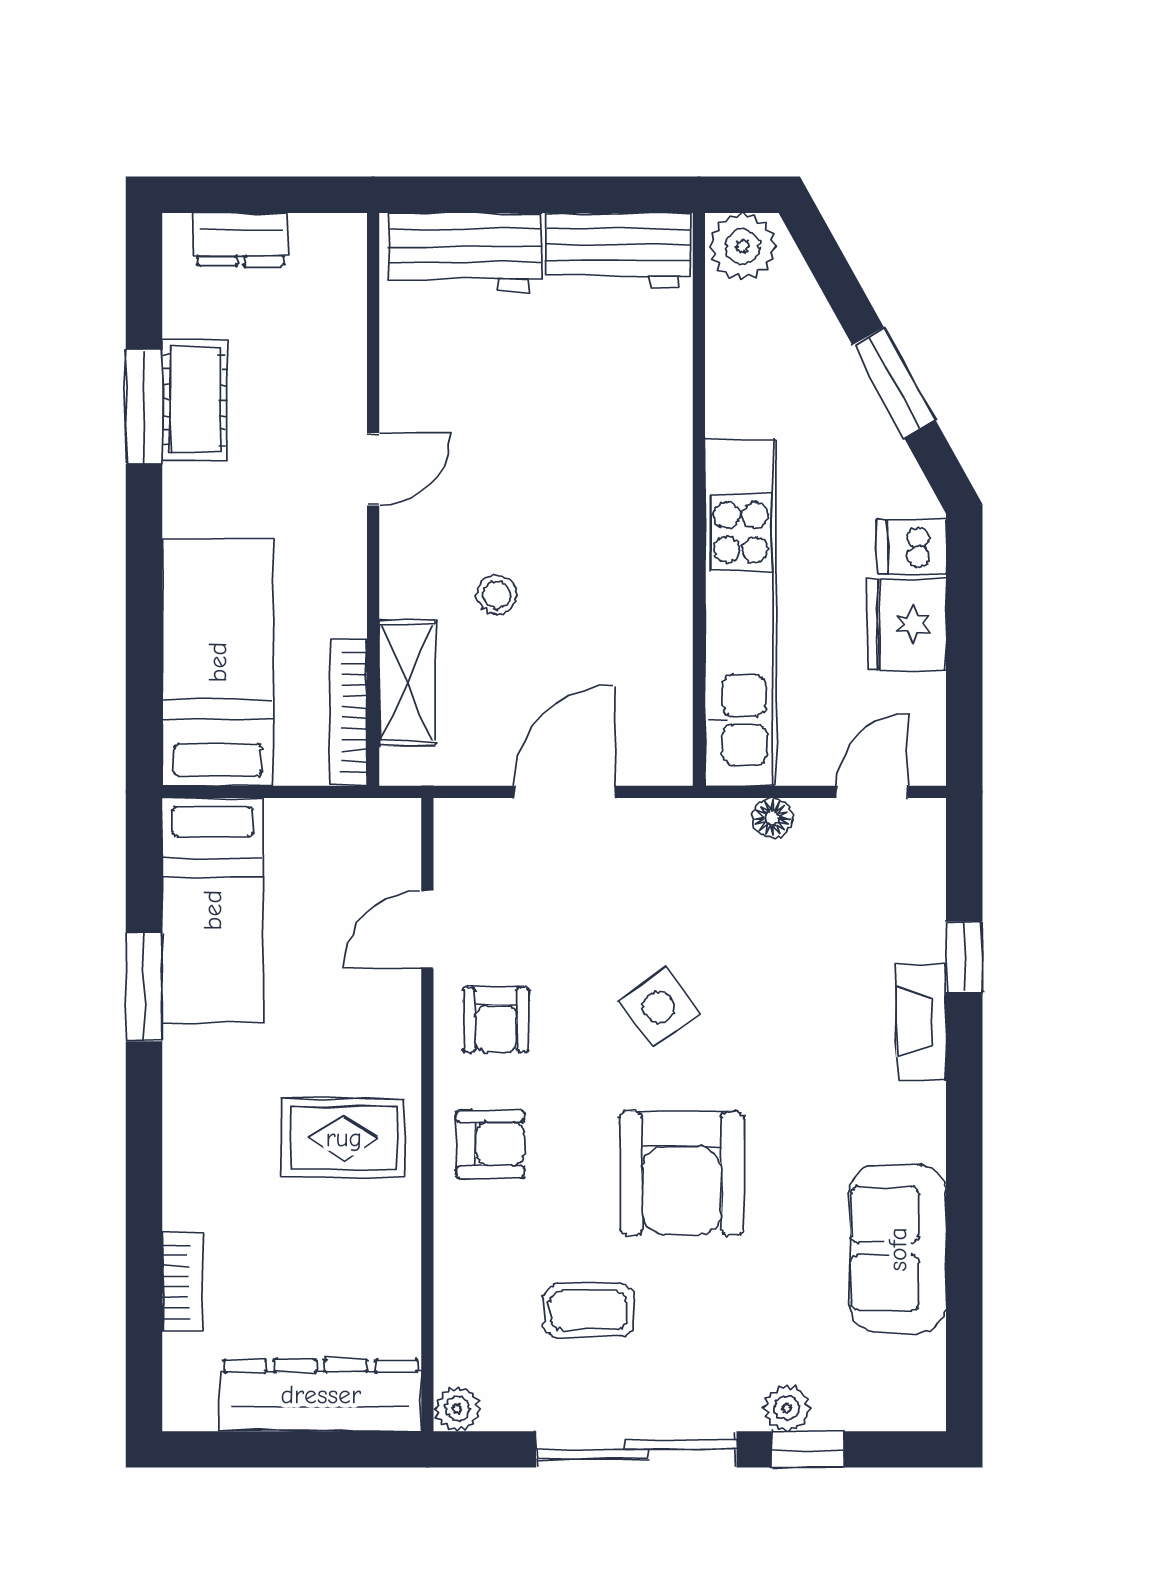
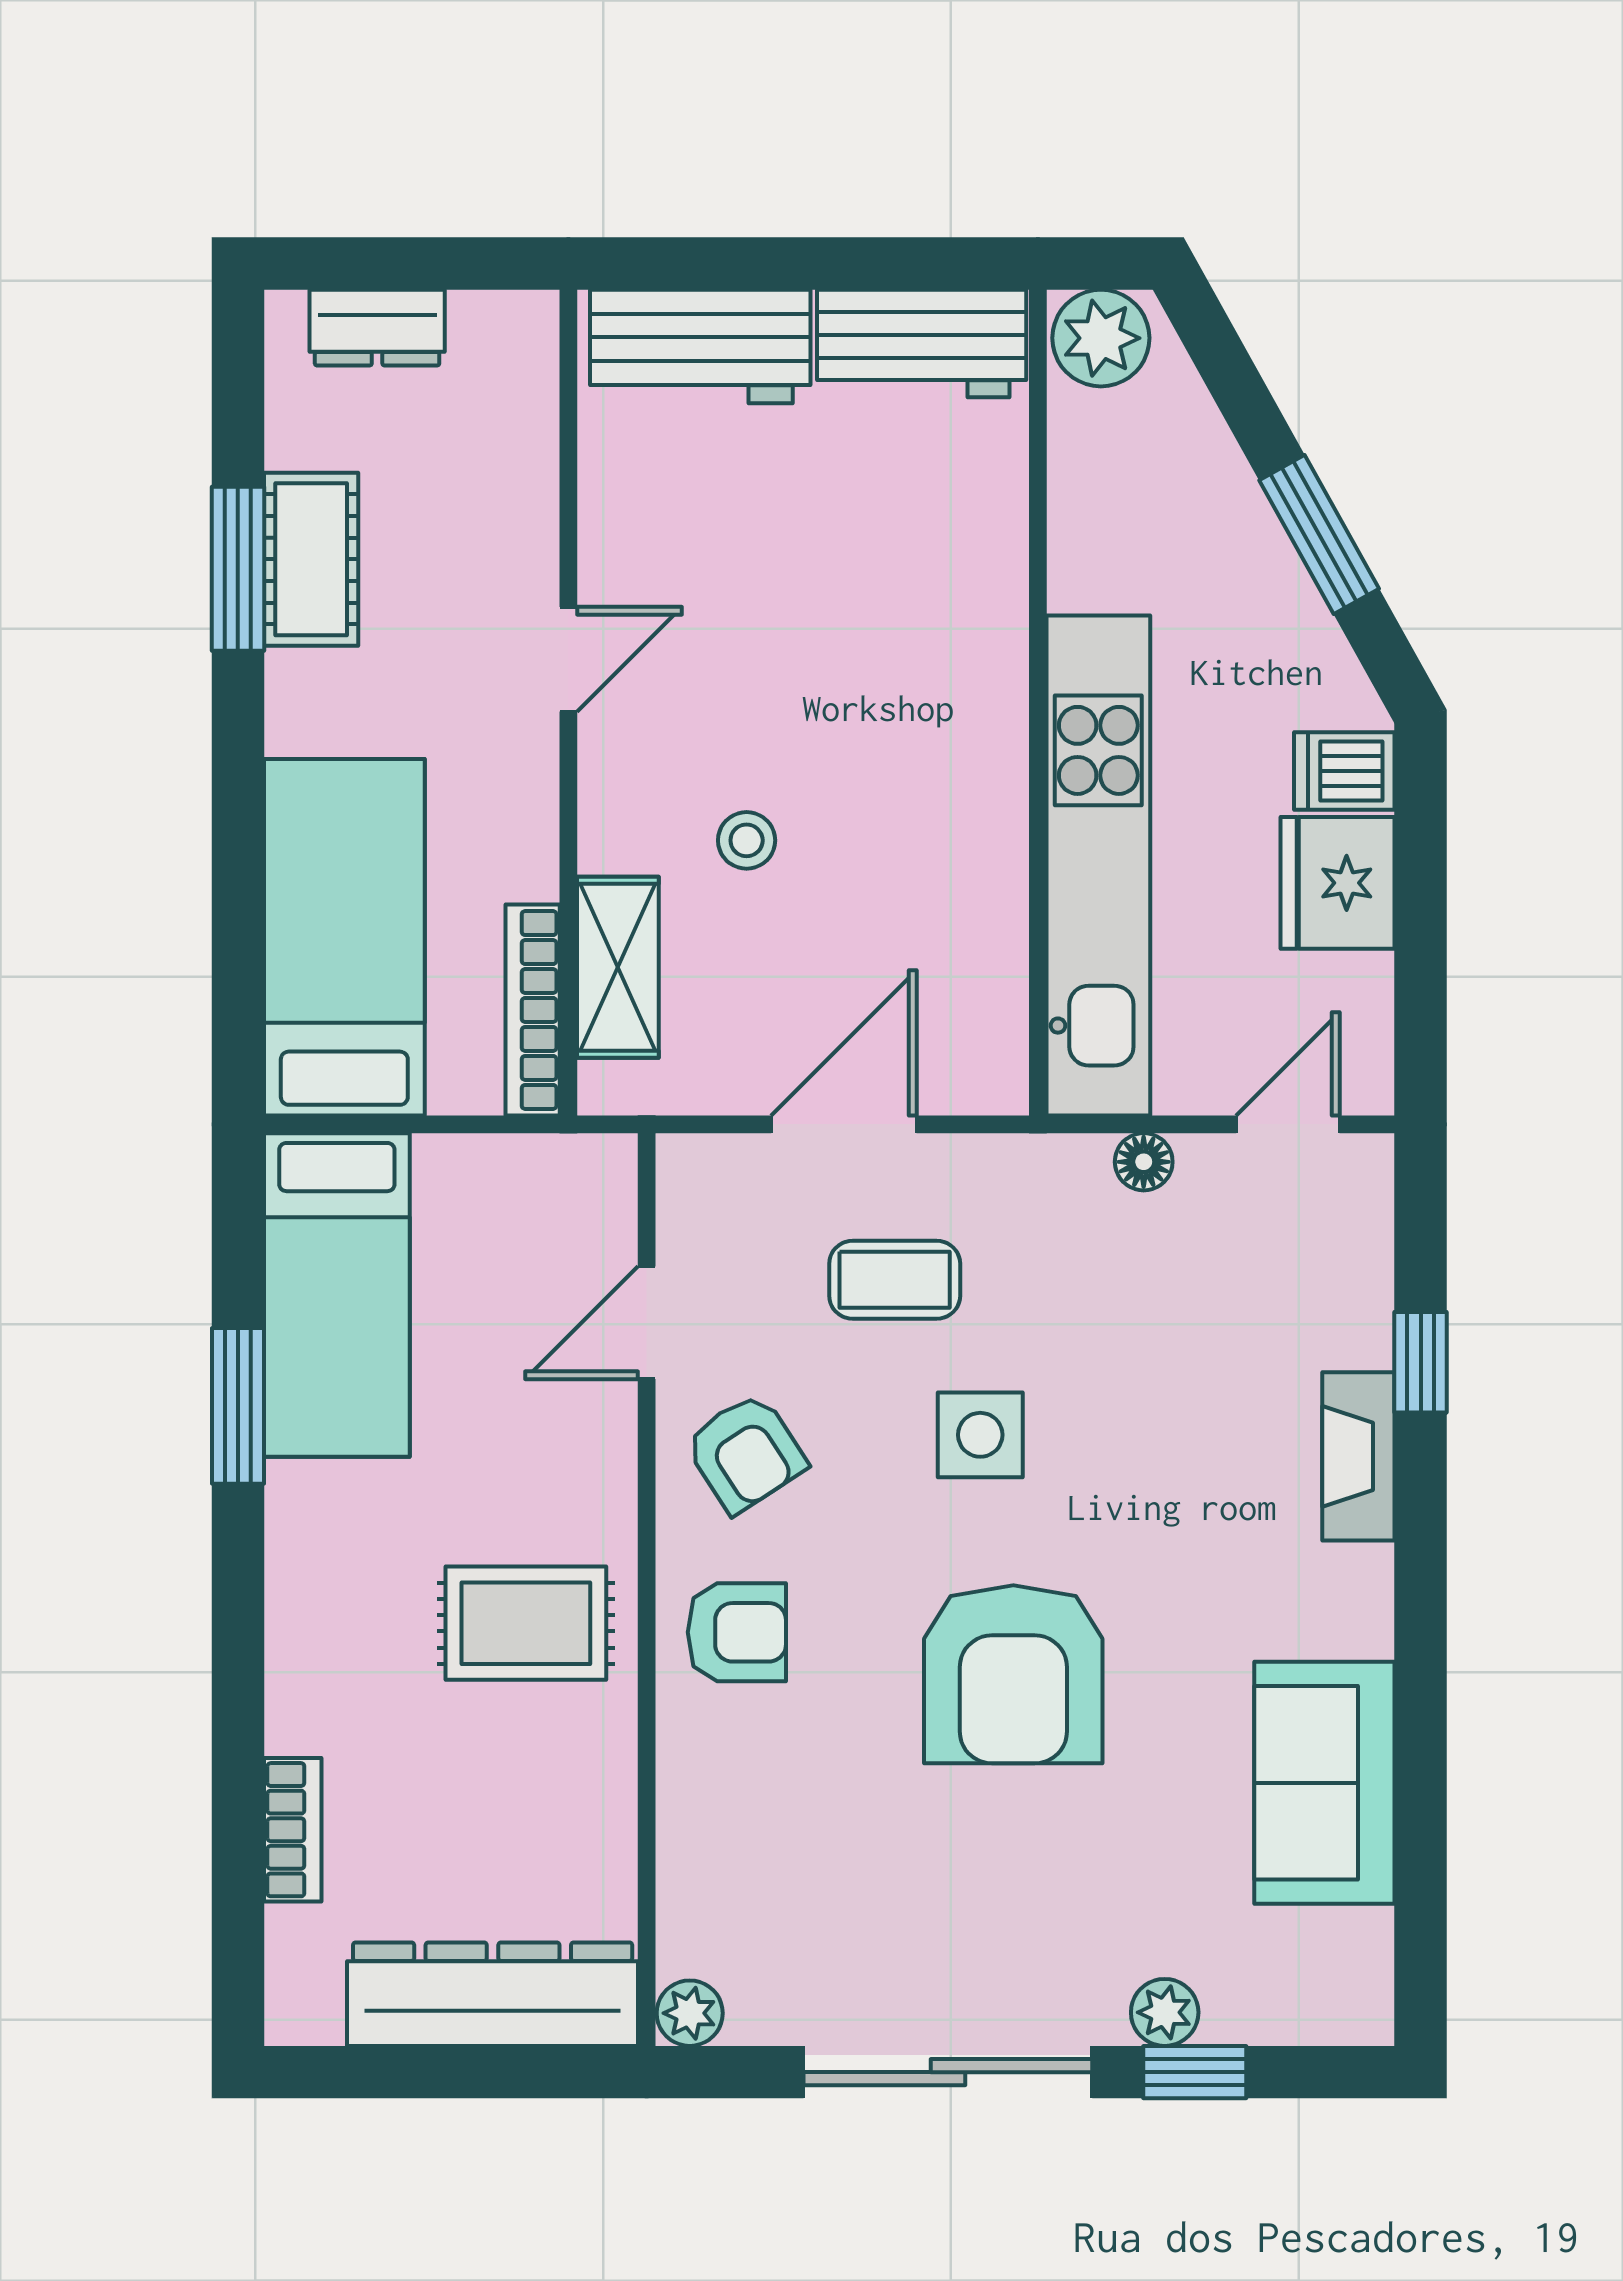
side table: (659, 1007) -> (980, 1435), turned 35
armchair: (496, 1020) -> (745, 1453), turned -33
coffee table: (589, 1310) -> (895, 1280), moved

